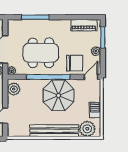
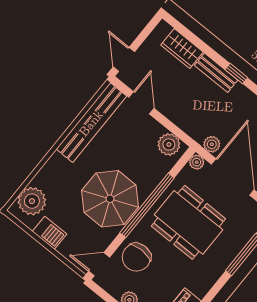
dining table: (41, 53) -> (188, 222), turned 90
door: (91, 77) -> (99, 264), swing flipped
bench: (54, 131) -> (91, 123), moved

